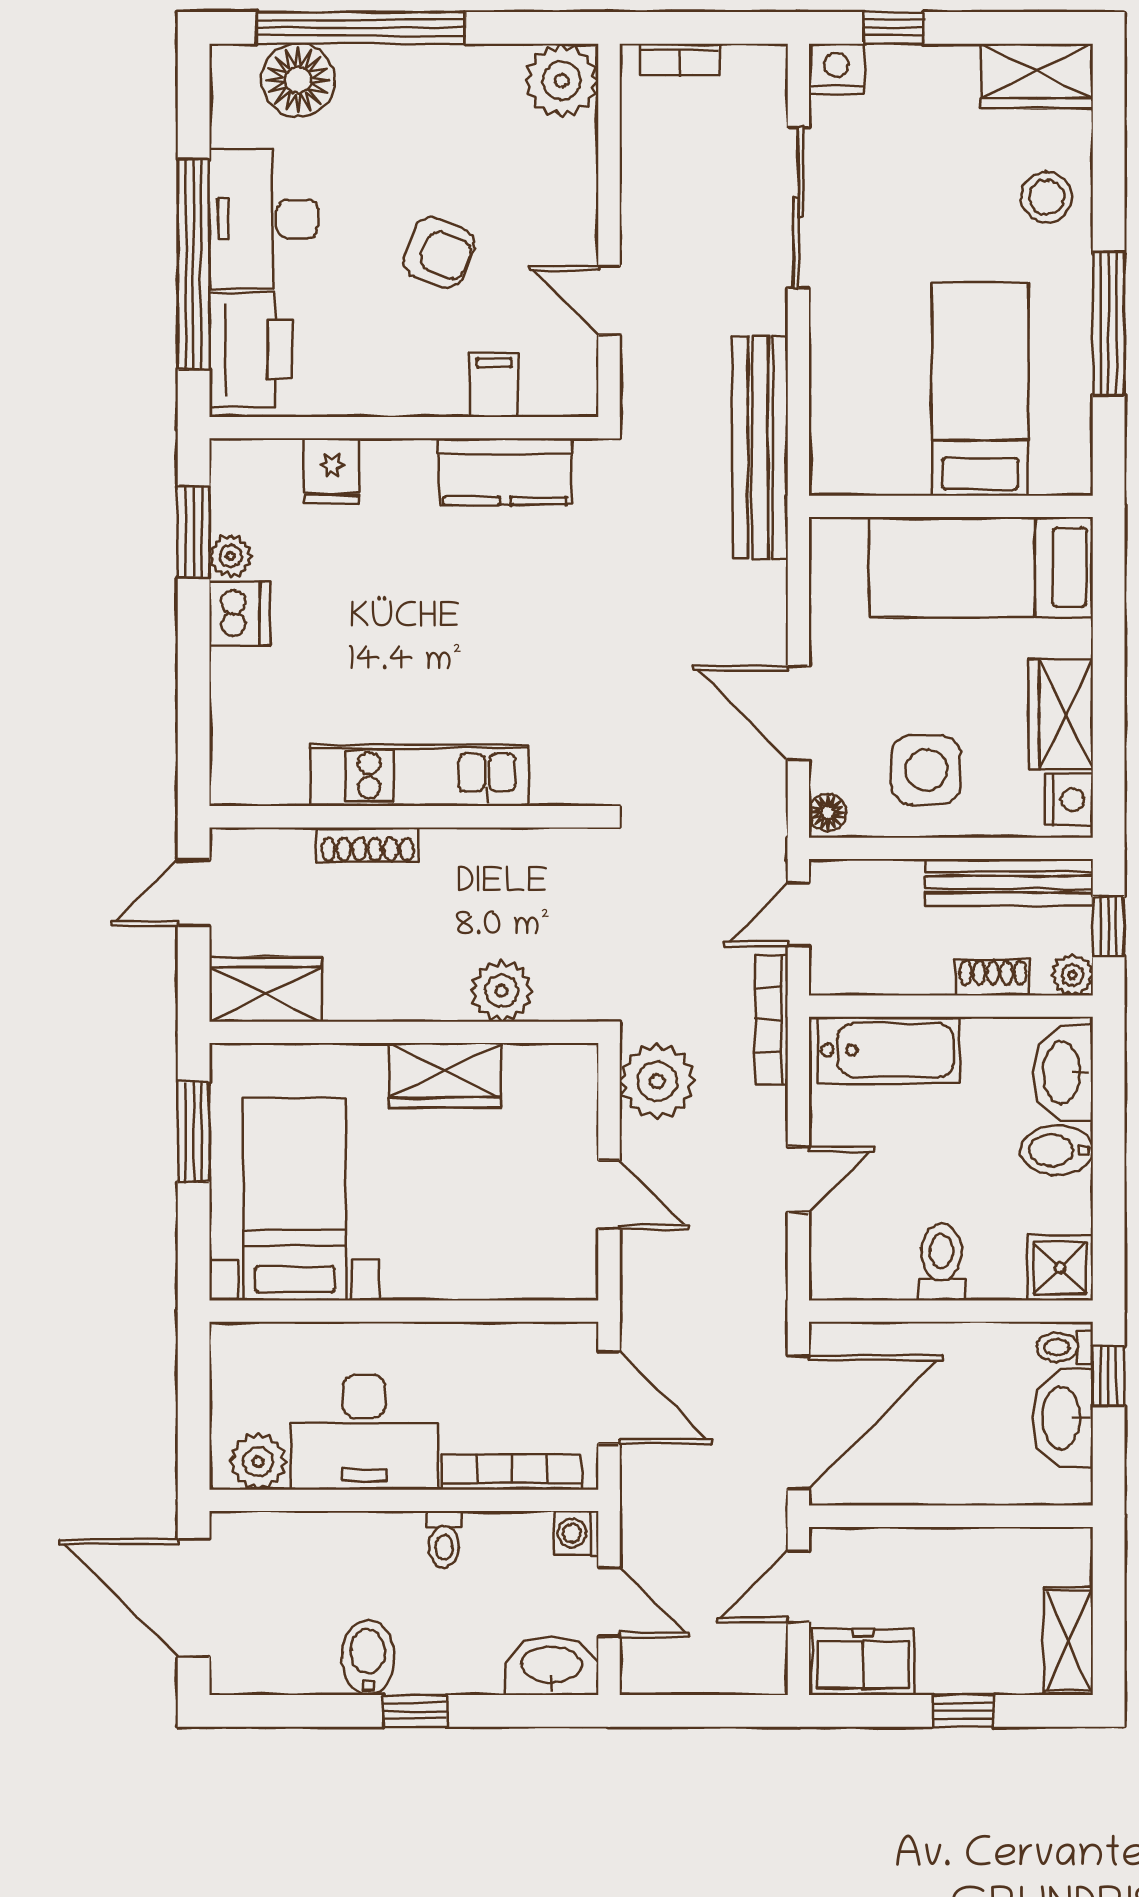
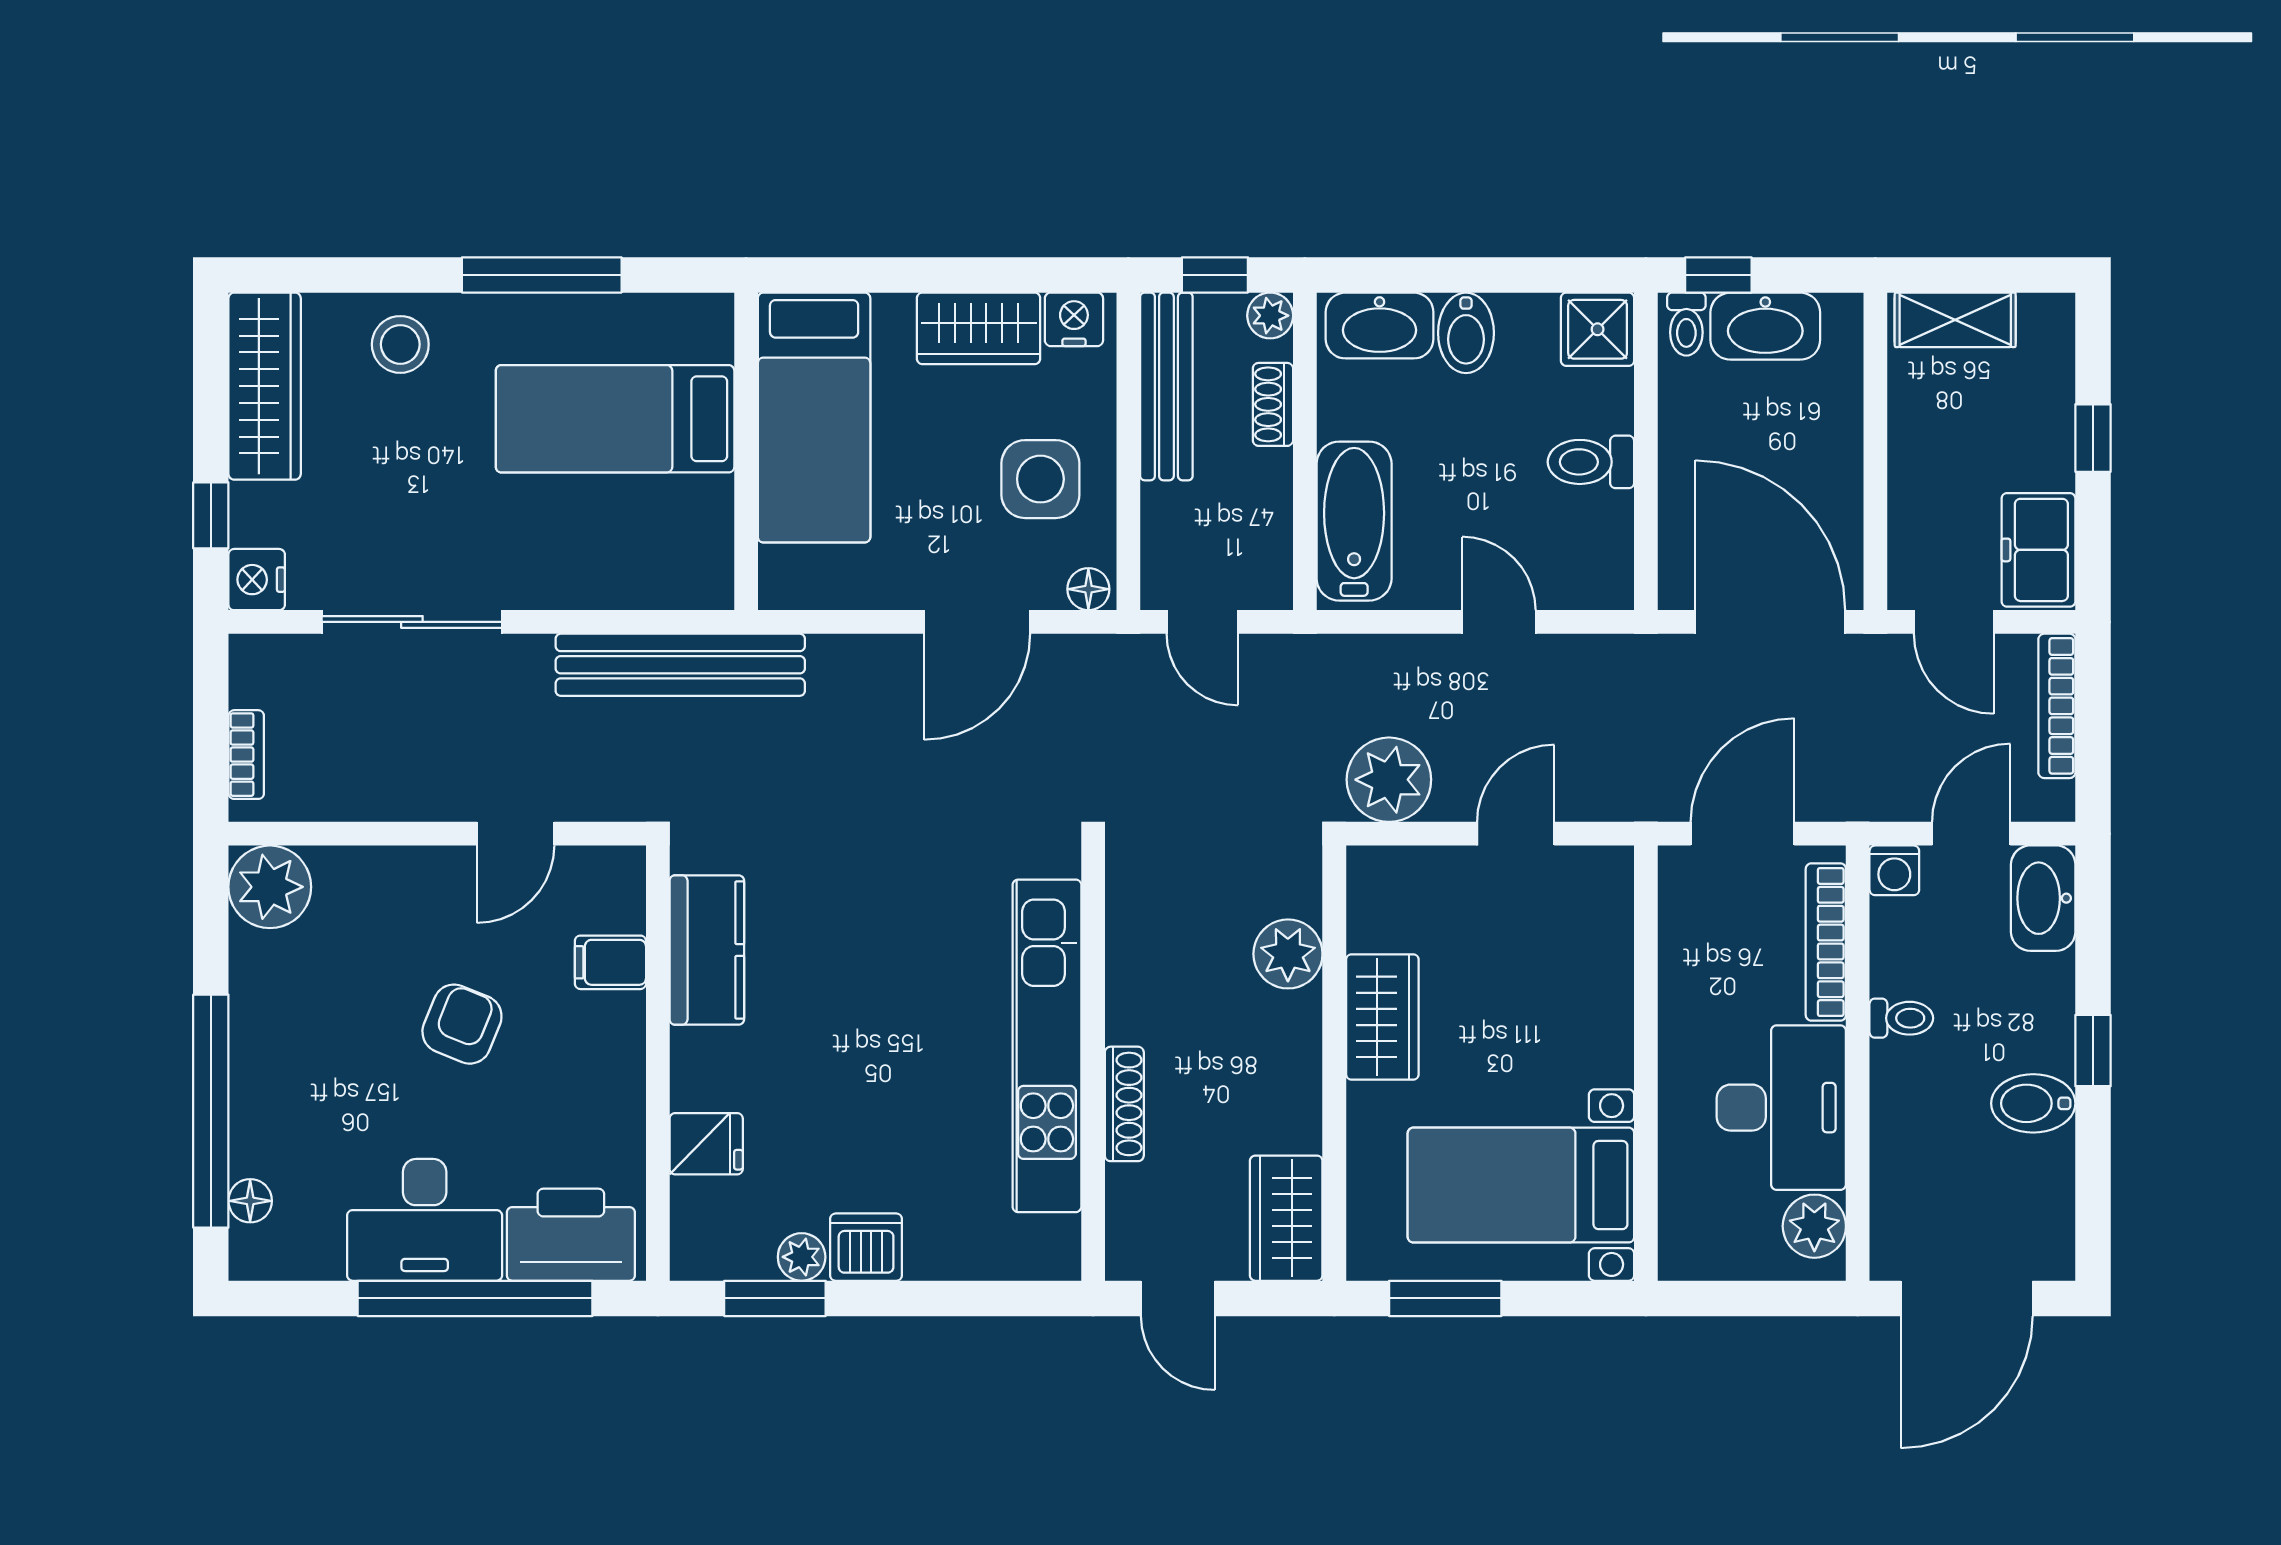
wardrobe: (1037, 76) -> (265, 386), width x1.50
floor lamp: (298, 80) -> (250, 1201), width x0.53, depth x0.53
kitchen unit: (419, 776) -> (1047, 1046), width x1.36
bookcase: (771, 1020) -> (2057, 706), moved, turned 90
shelving: (1069, 1641) -> (1955, 320), moved

